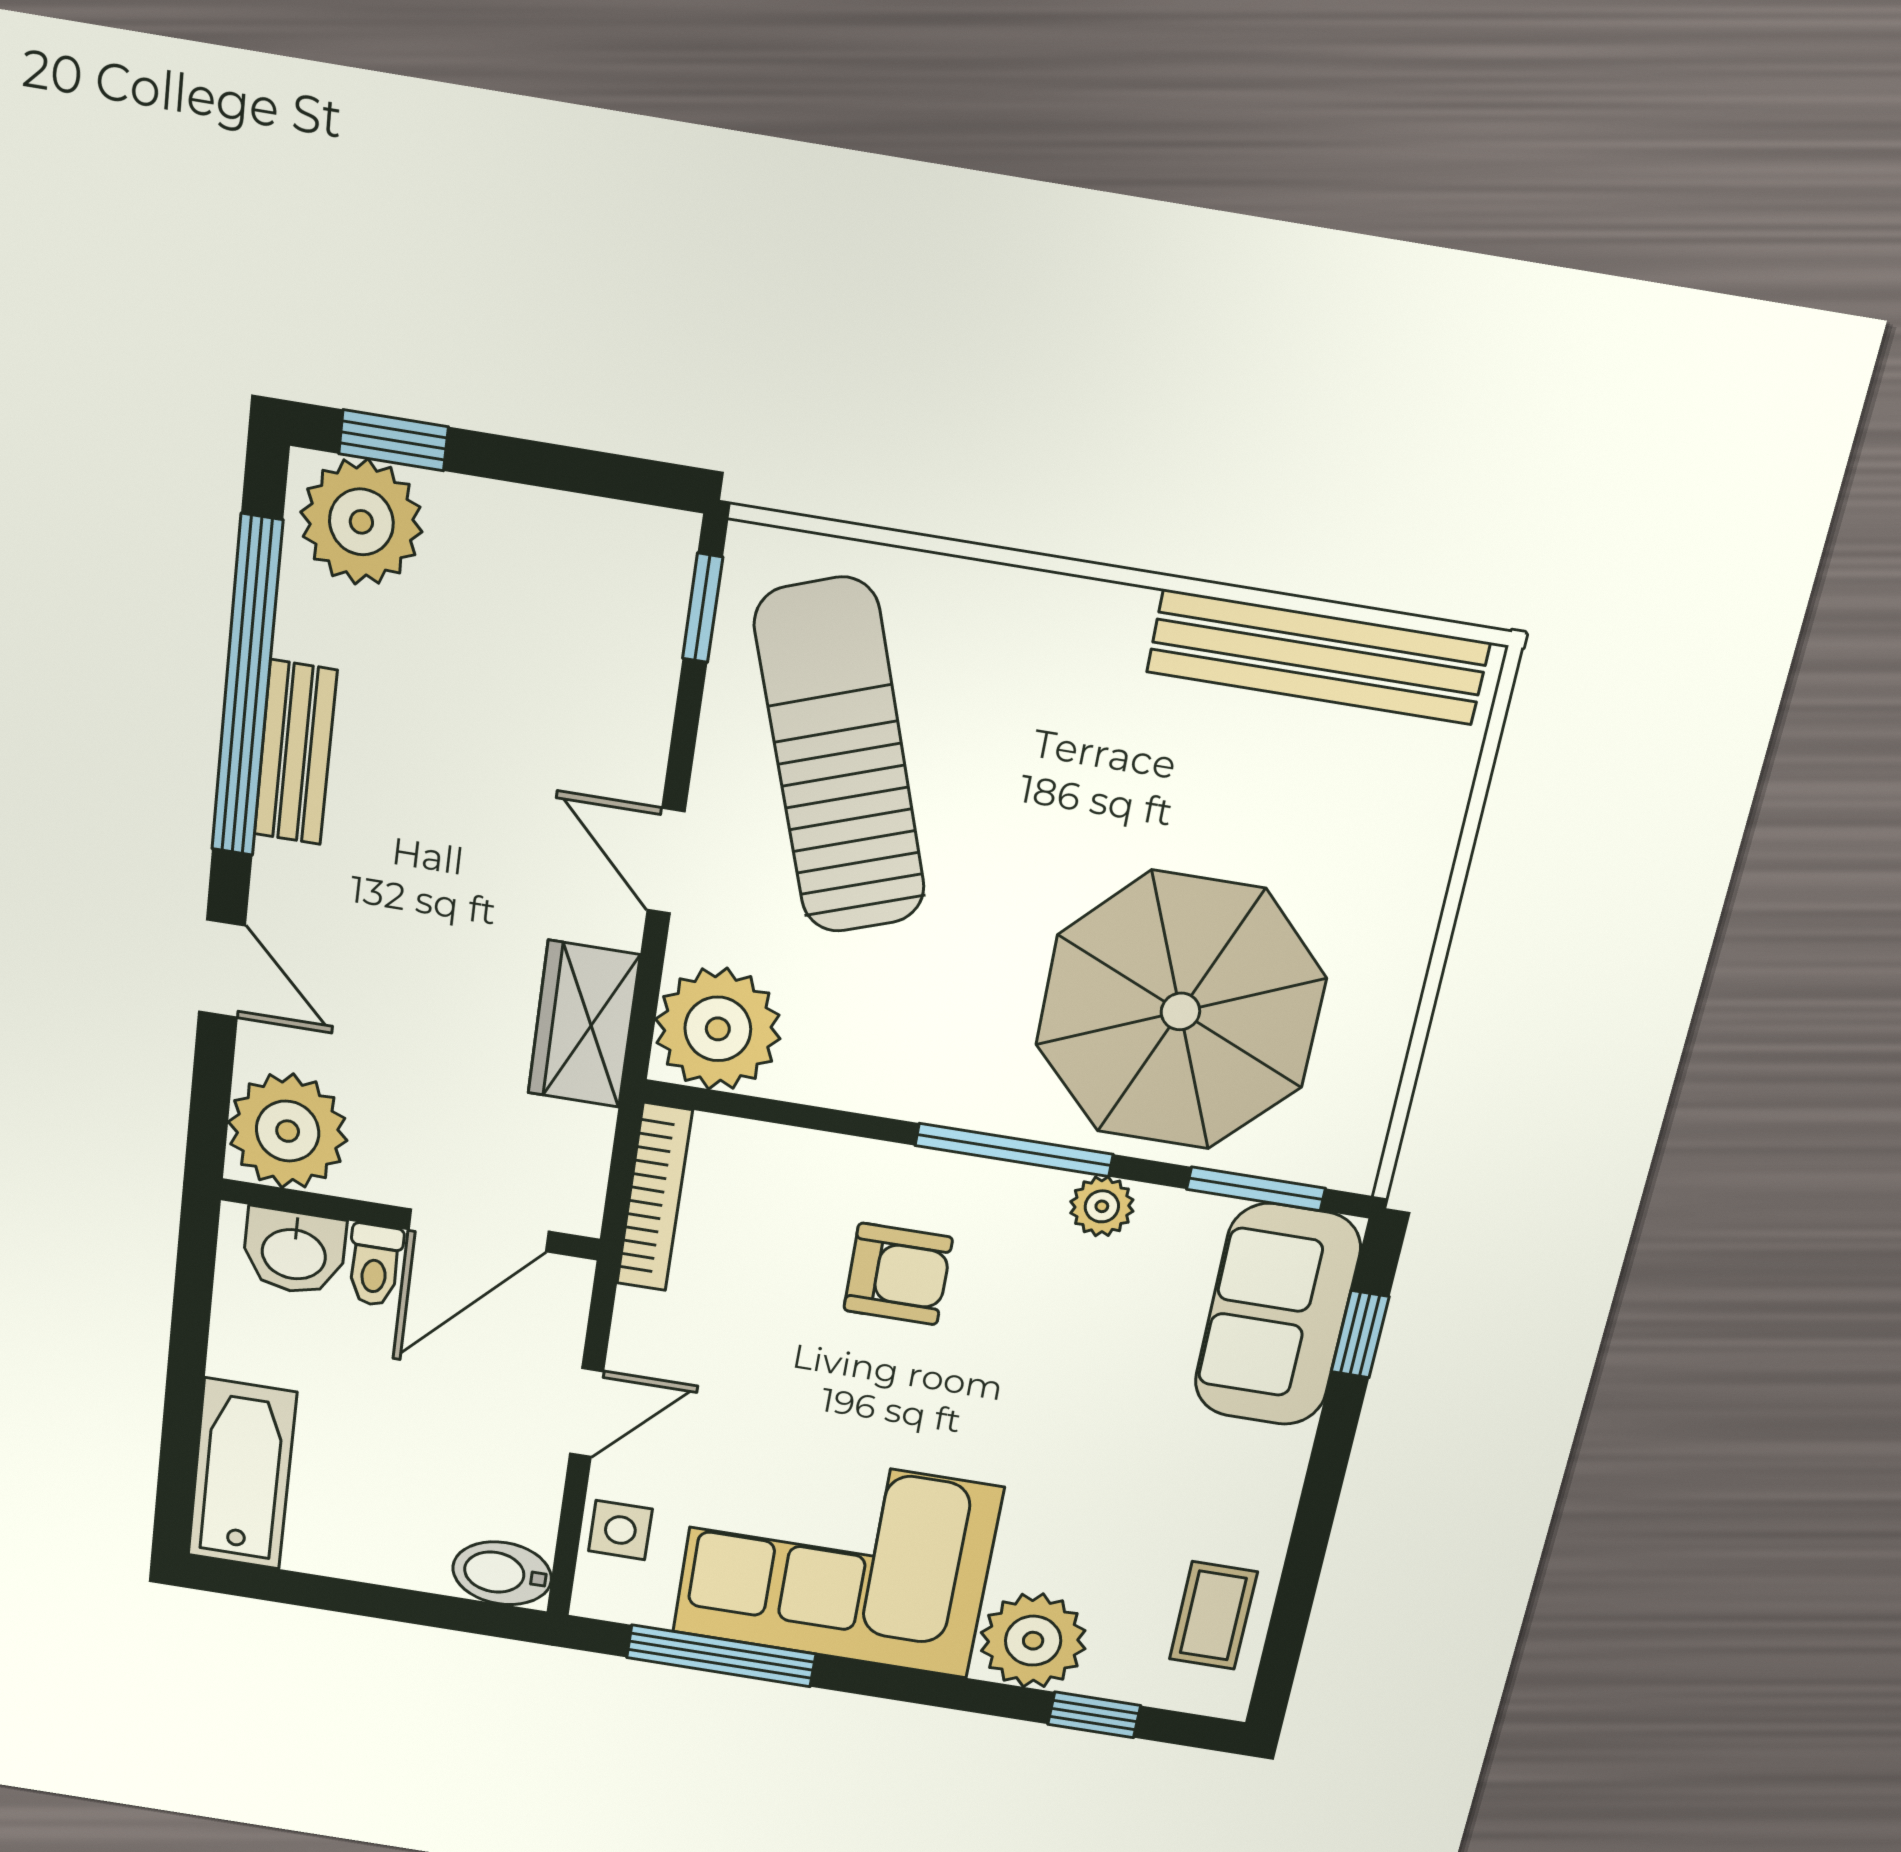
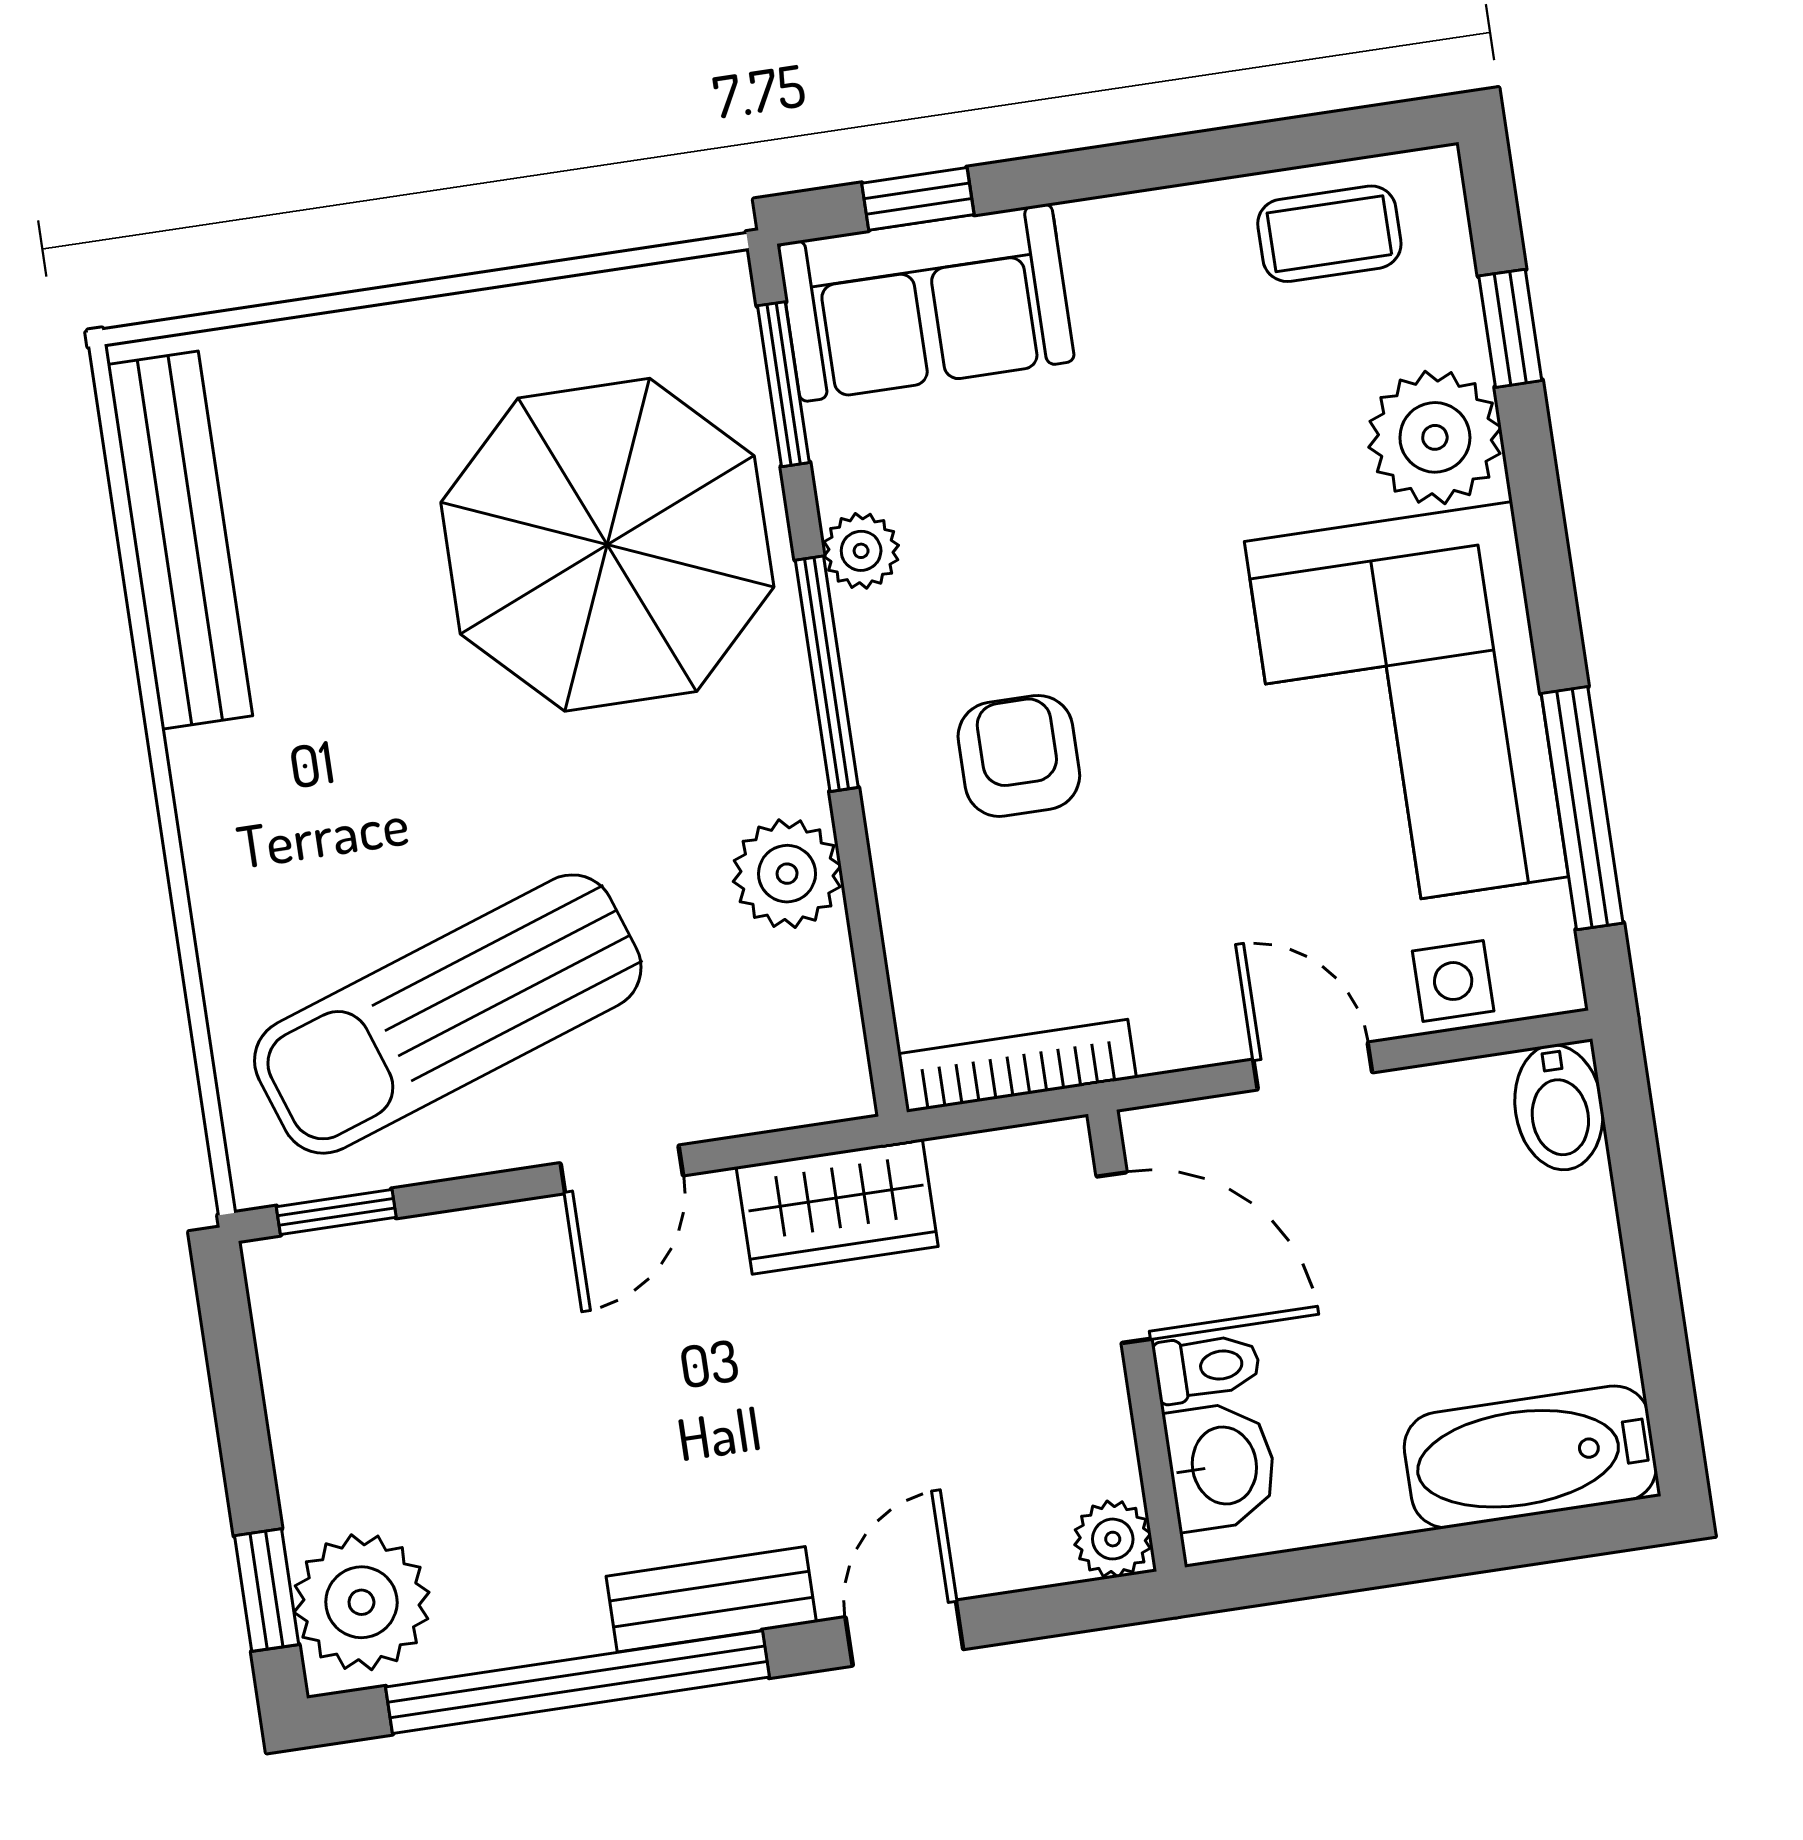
bench: (295, 753) -> (711, 1599), moved
plant: (718, 1029) -> (787, 874), moved, width x0.73, depth x0.73
plant: (288, 1131) -> (1113, 1539), width x0.53, depth x0.53

